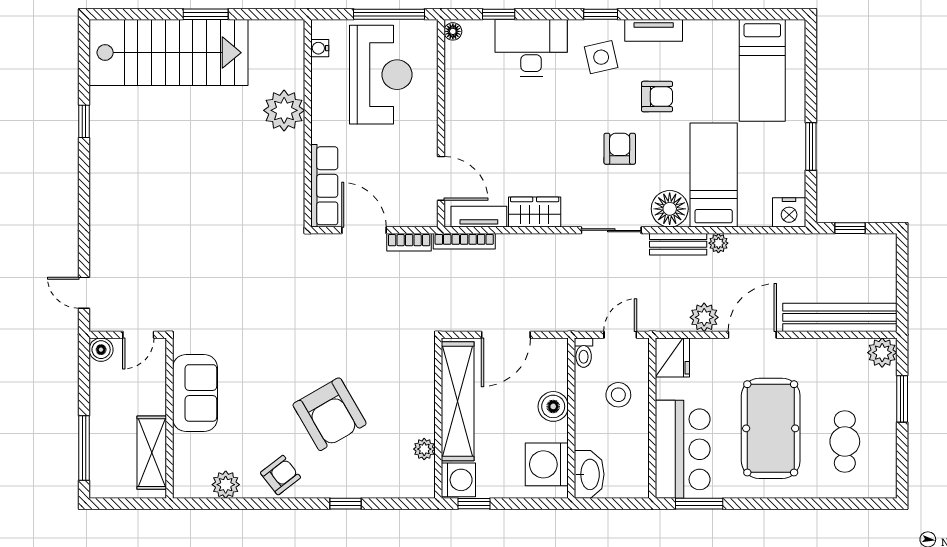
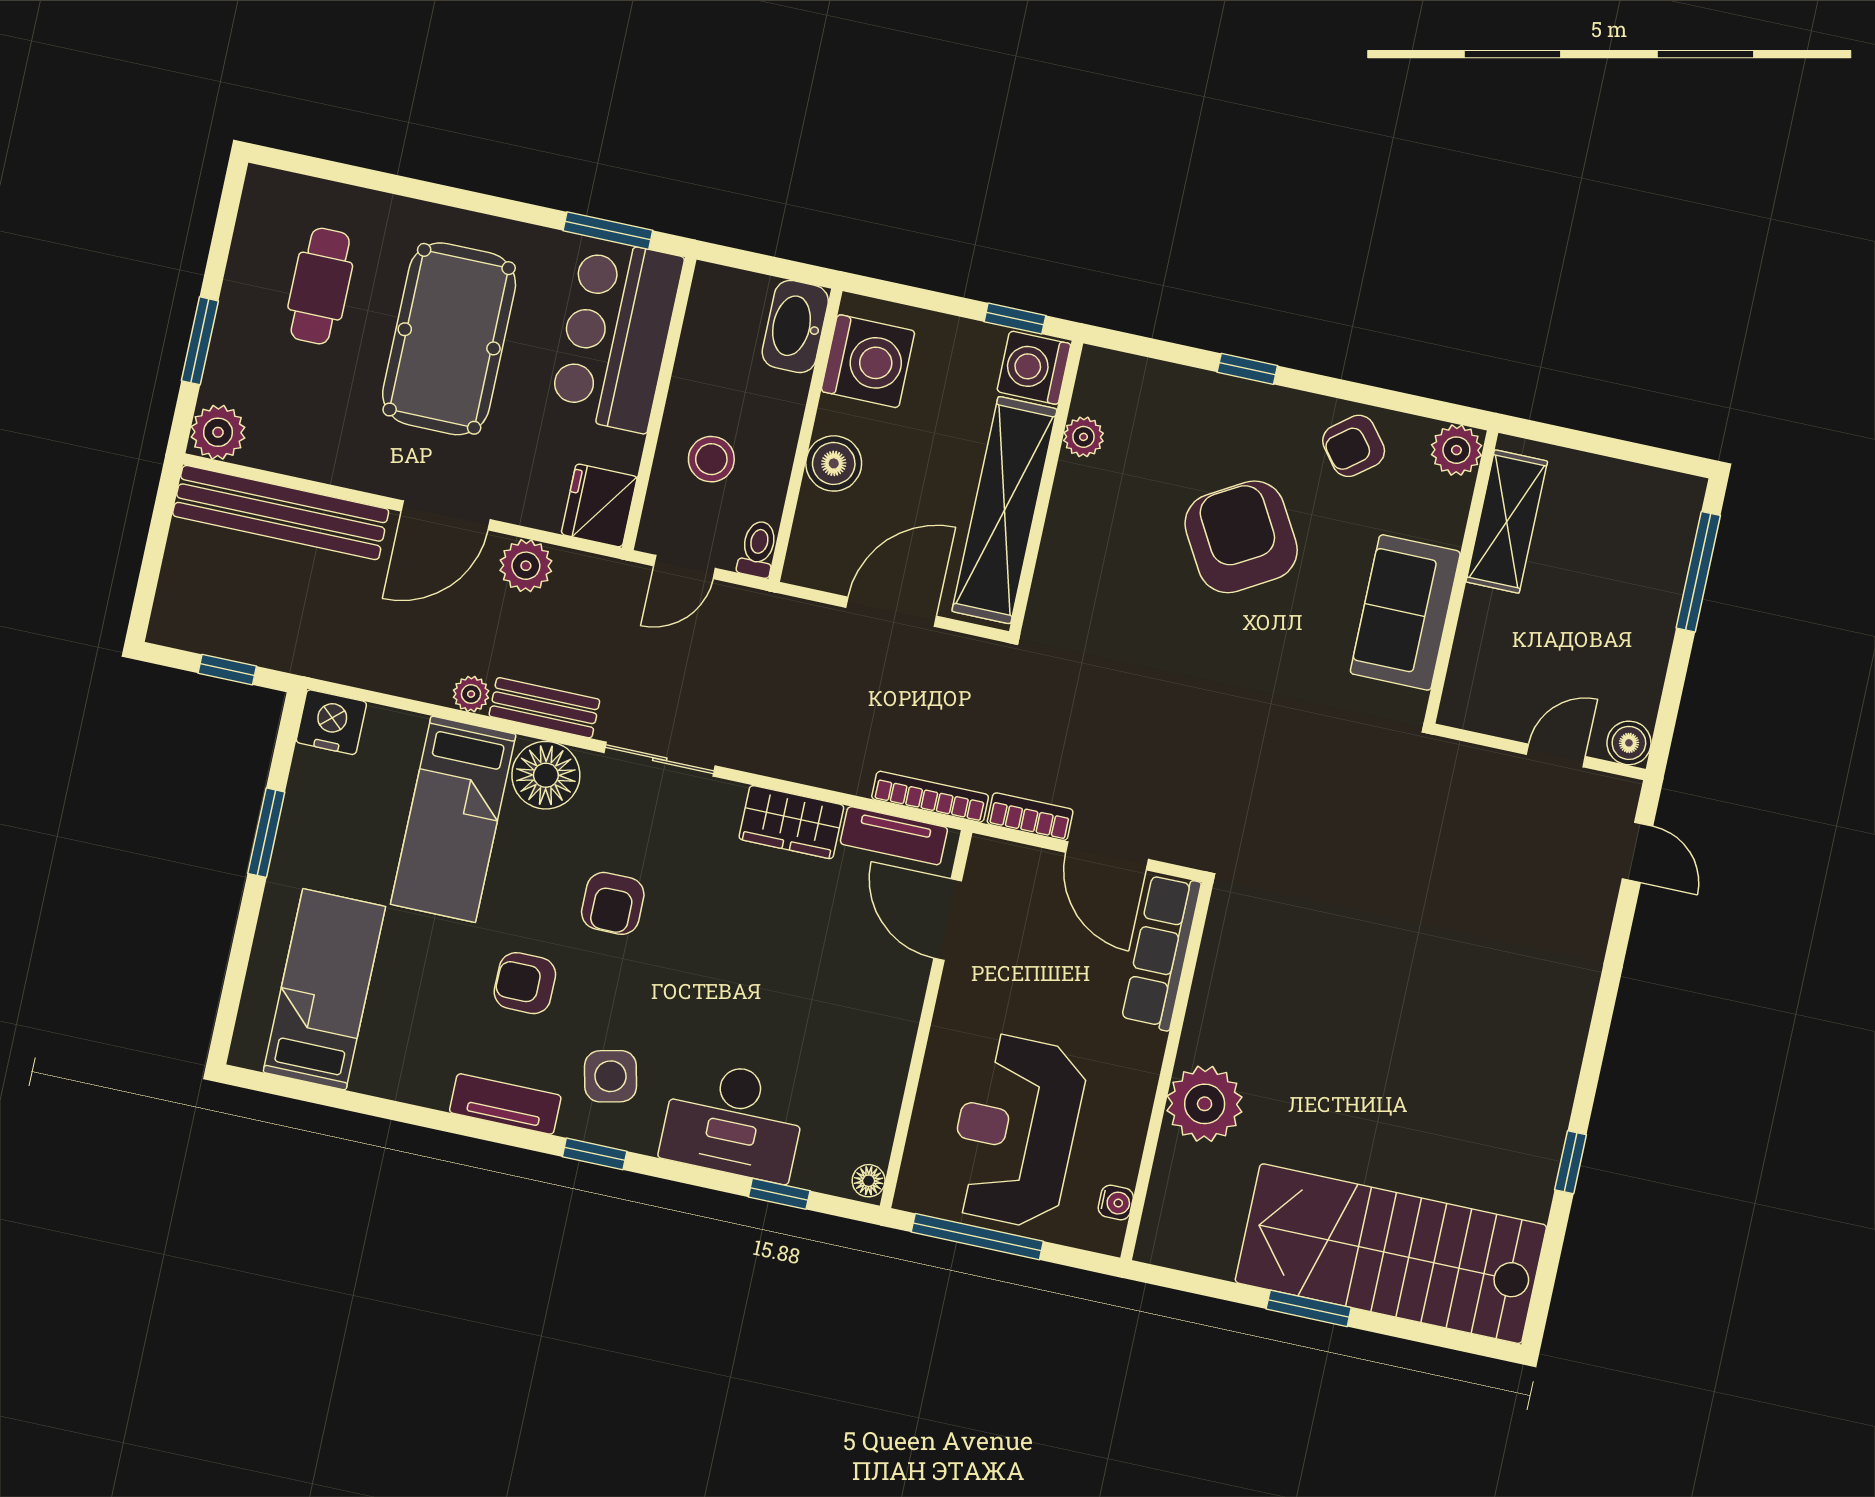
sofa: (195, 393) -> (1405, 612), moved
wall: (170, 418) -> (1461, 577), moved
shelving: (152, 453) -> (1507, 522), moved

